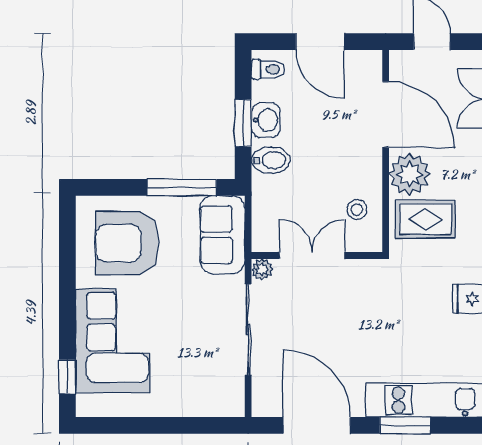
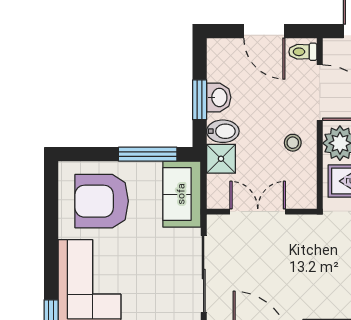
toilet: (268, 69) -> (303, 52), moved, turned 180
shower: (269, 193) -> (221, 159), added
stool: (357, 210) -> (293, 143), moved
plant: (262, 269) -> (215, 223), removed

